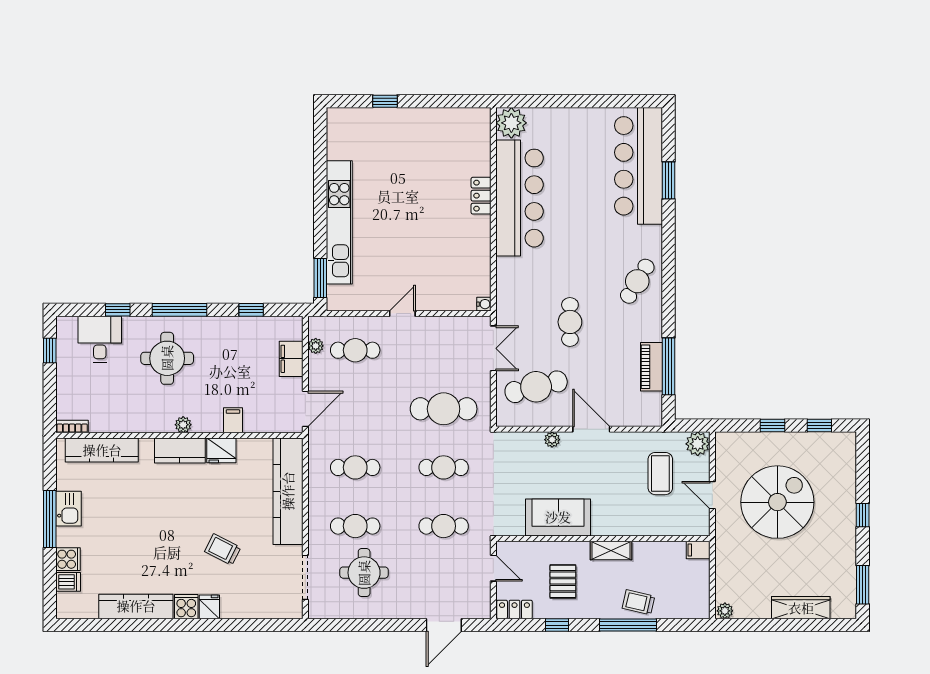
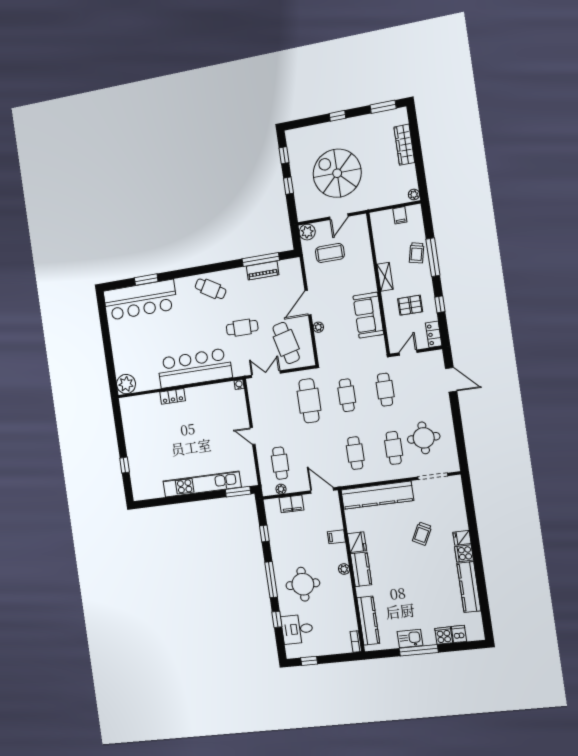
bar counter: (520, 198) -> (195, 368), moved
filing cabinet: (698, 550) -> (400, 215), moved

